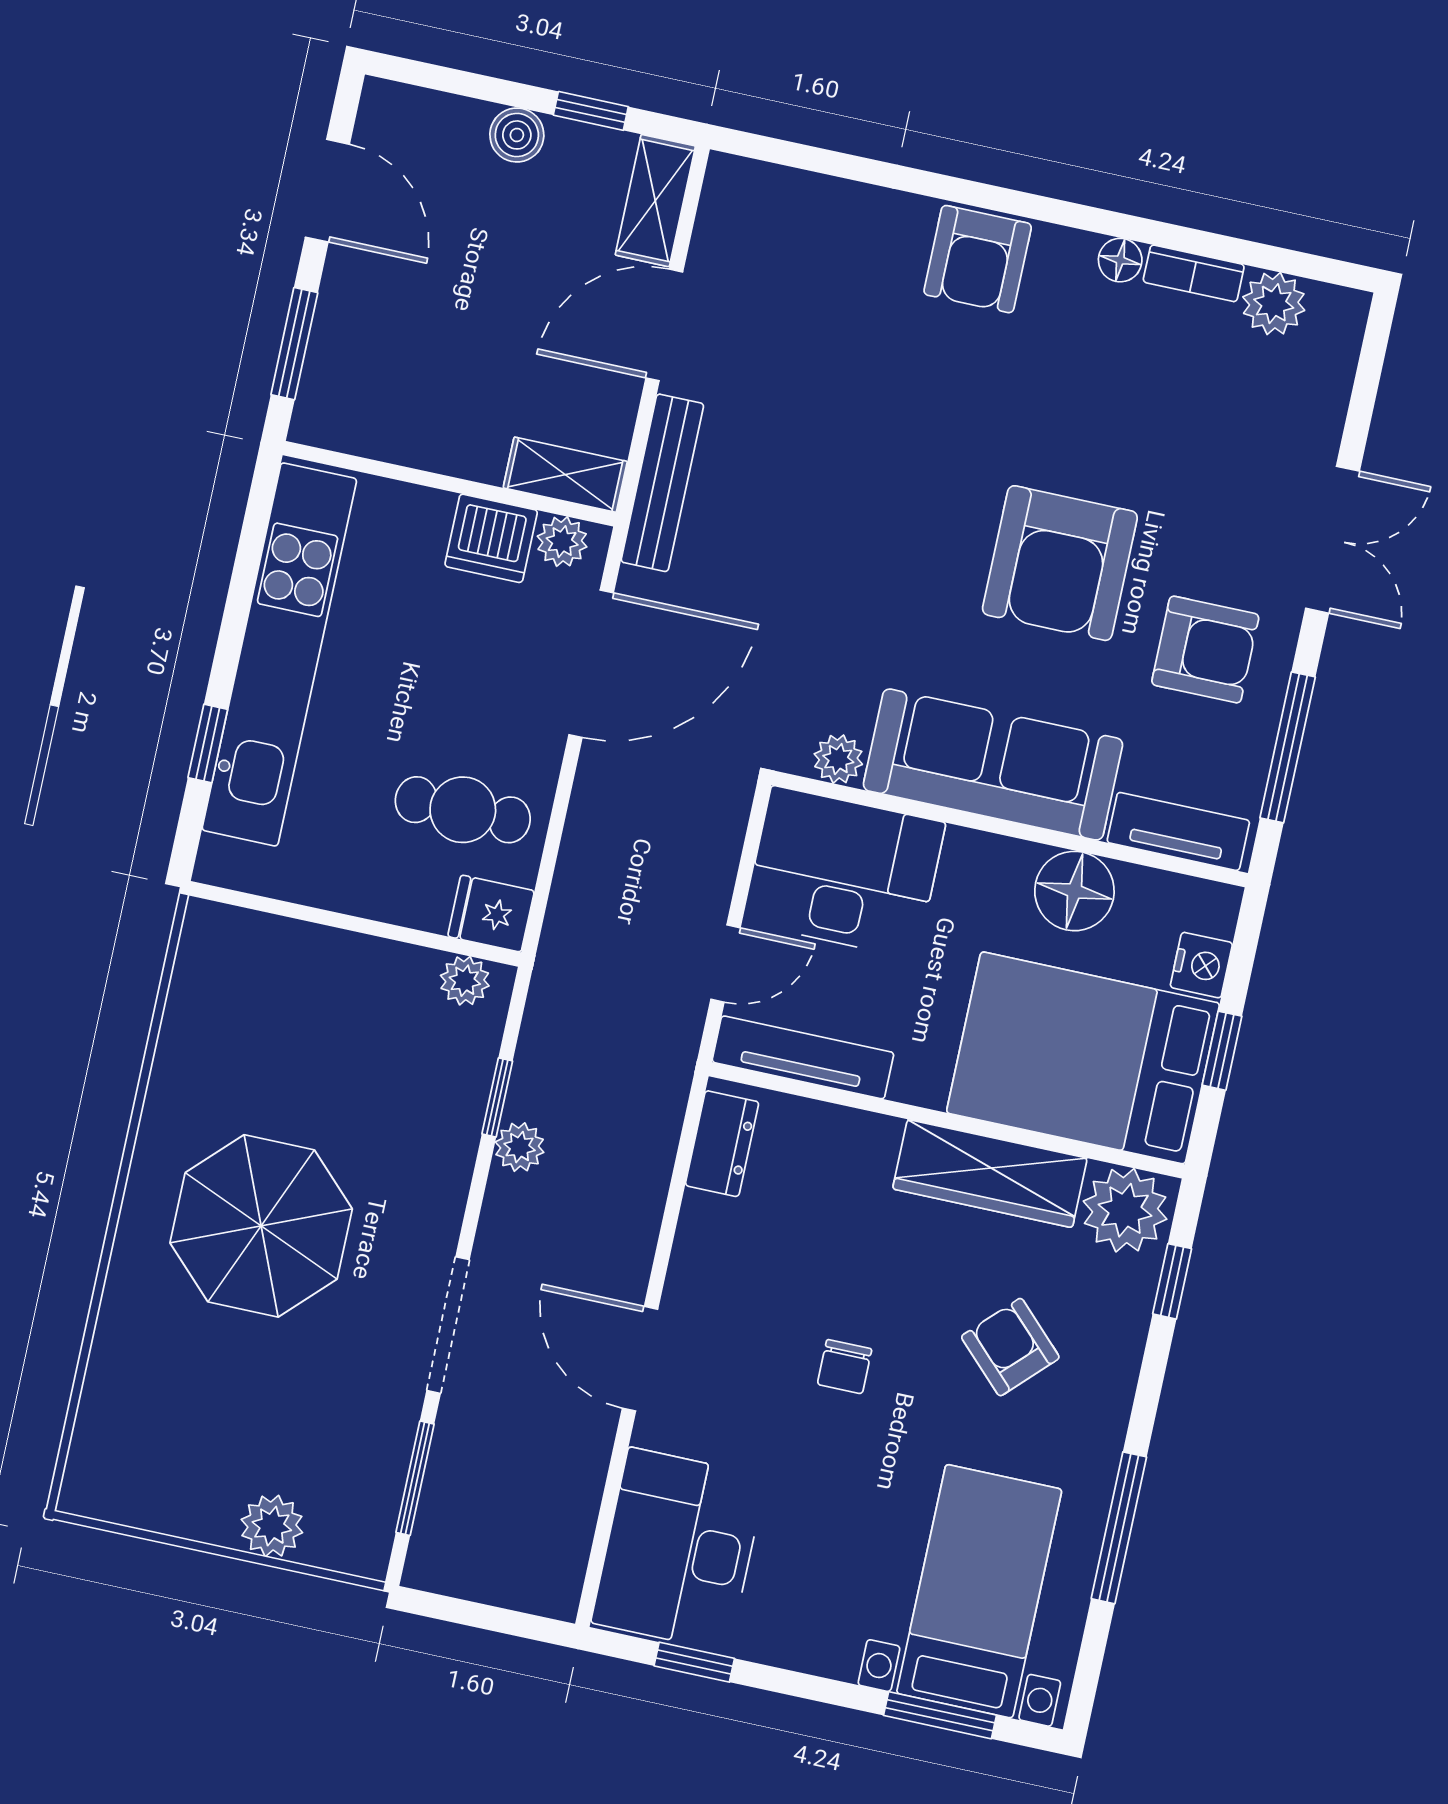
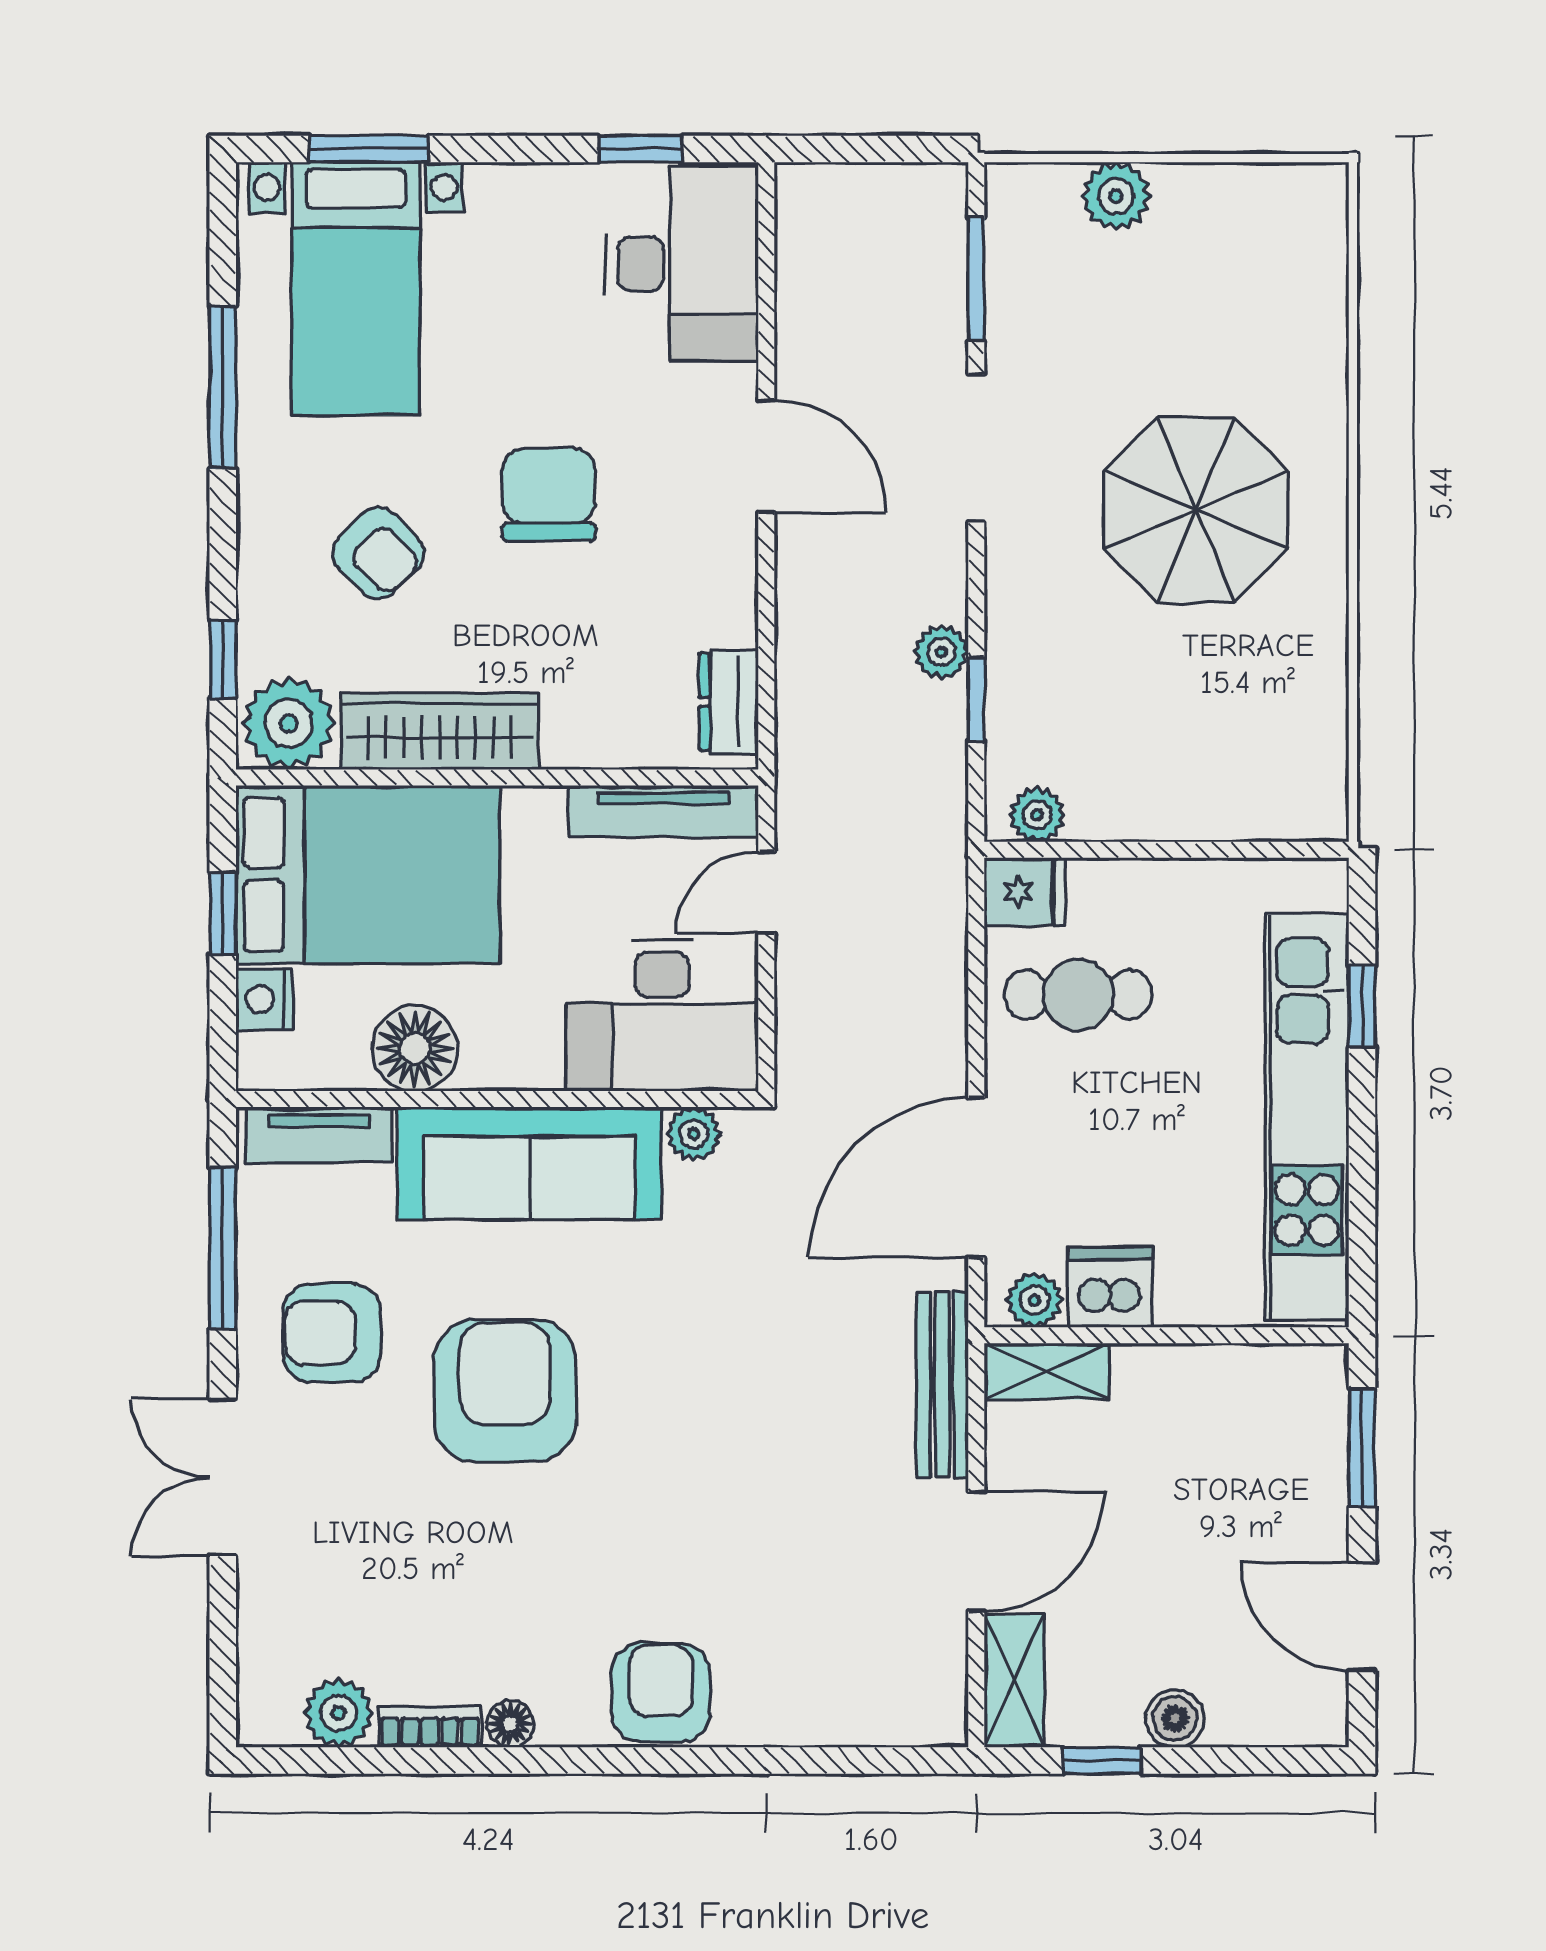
chair: (845, 1367) -> (549, 495), width x1.87, depth x1.87

